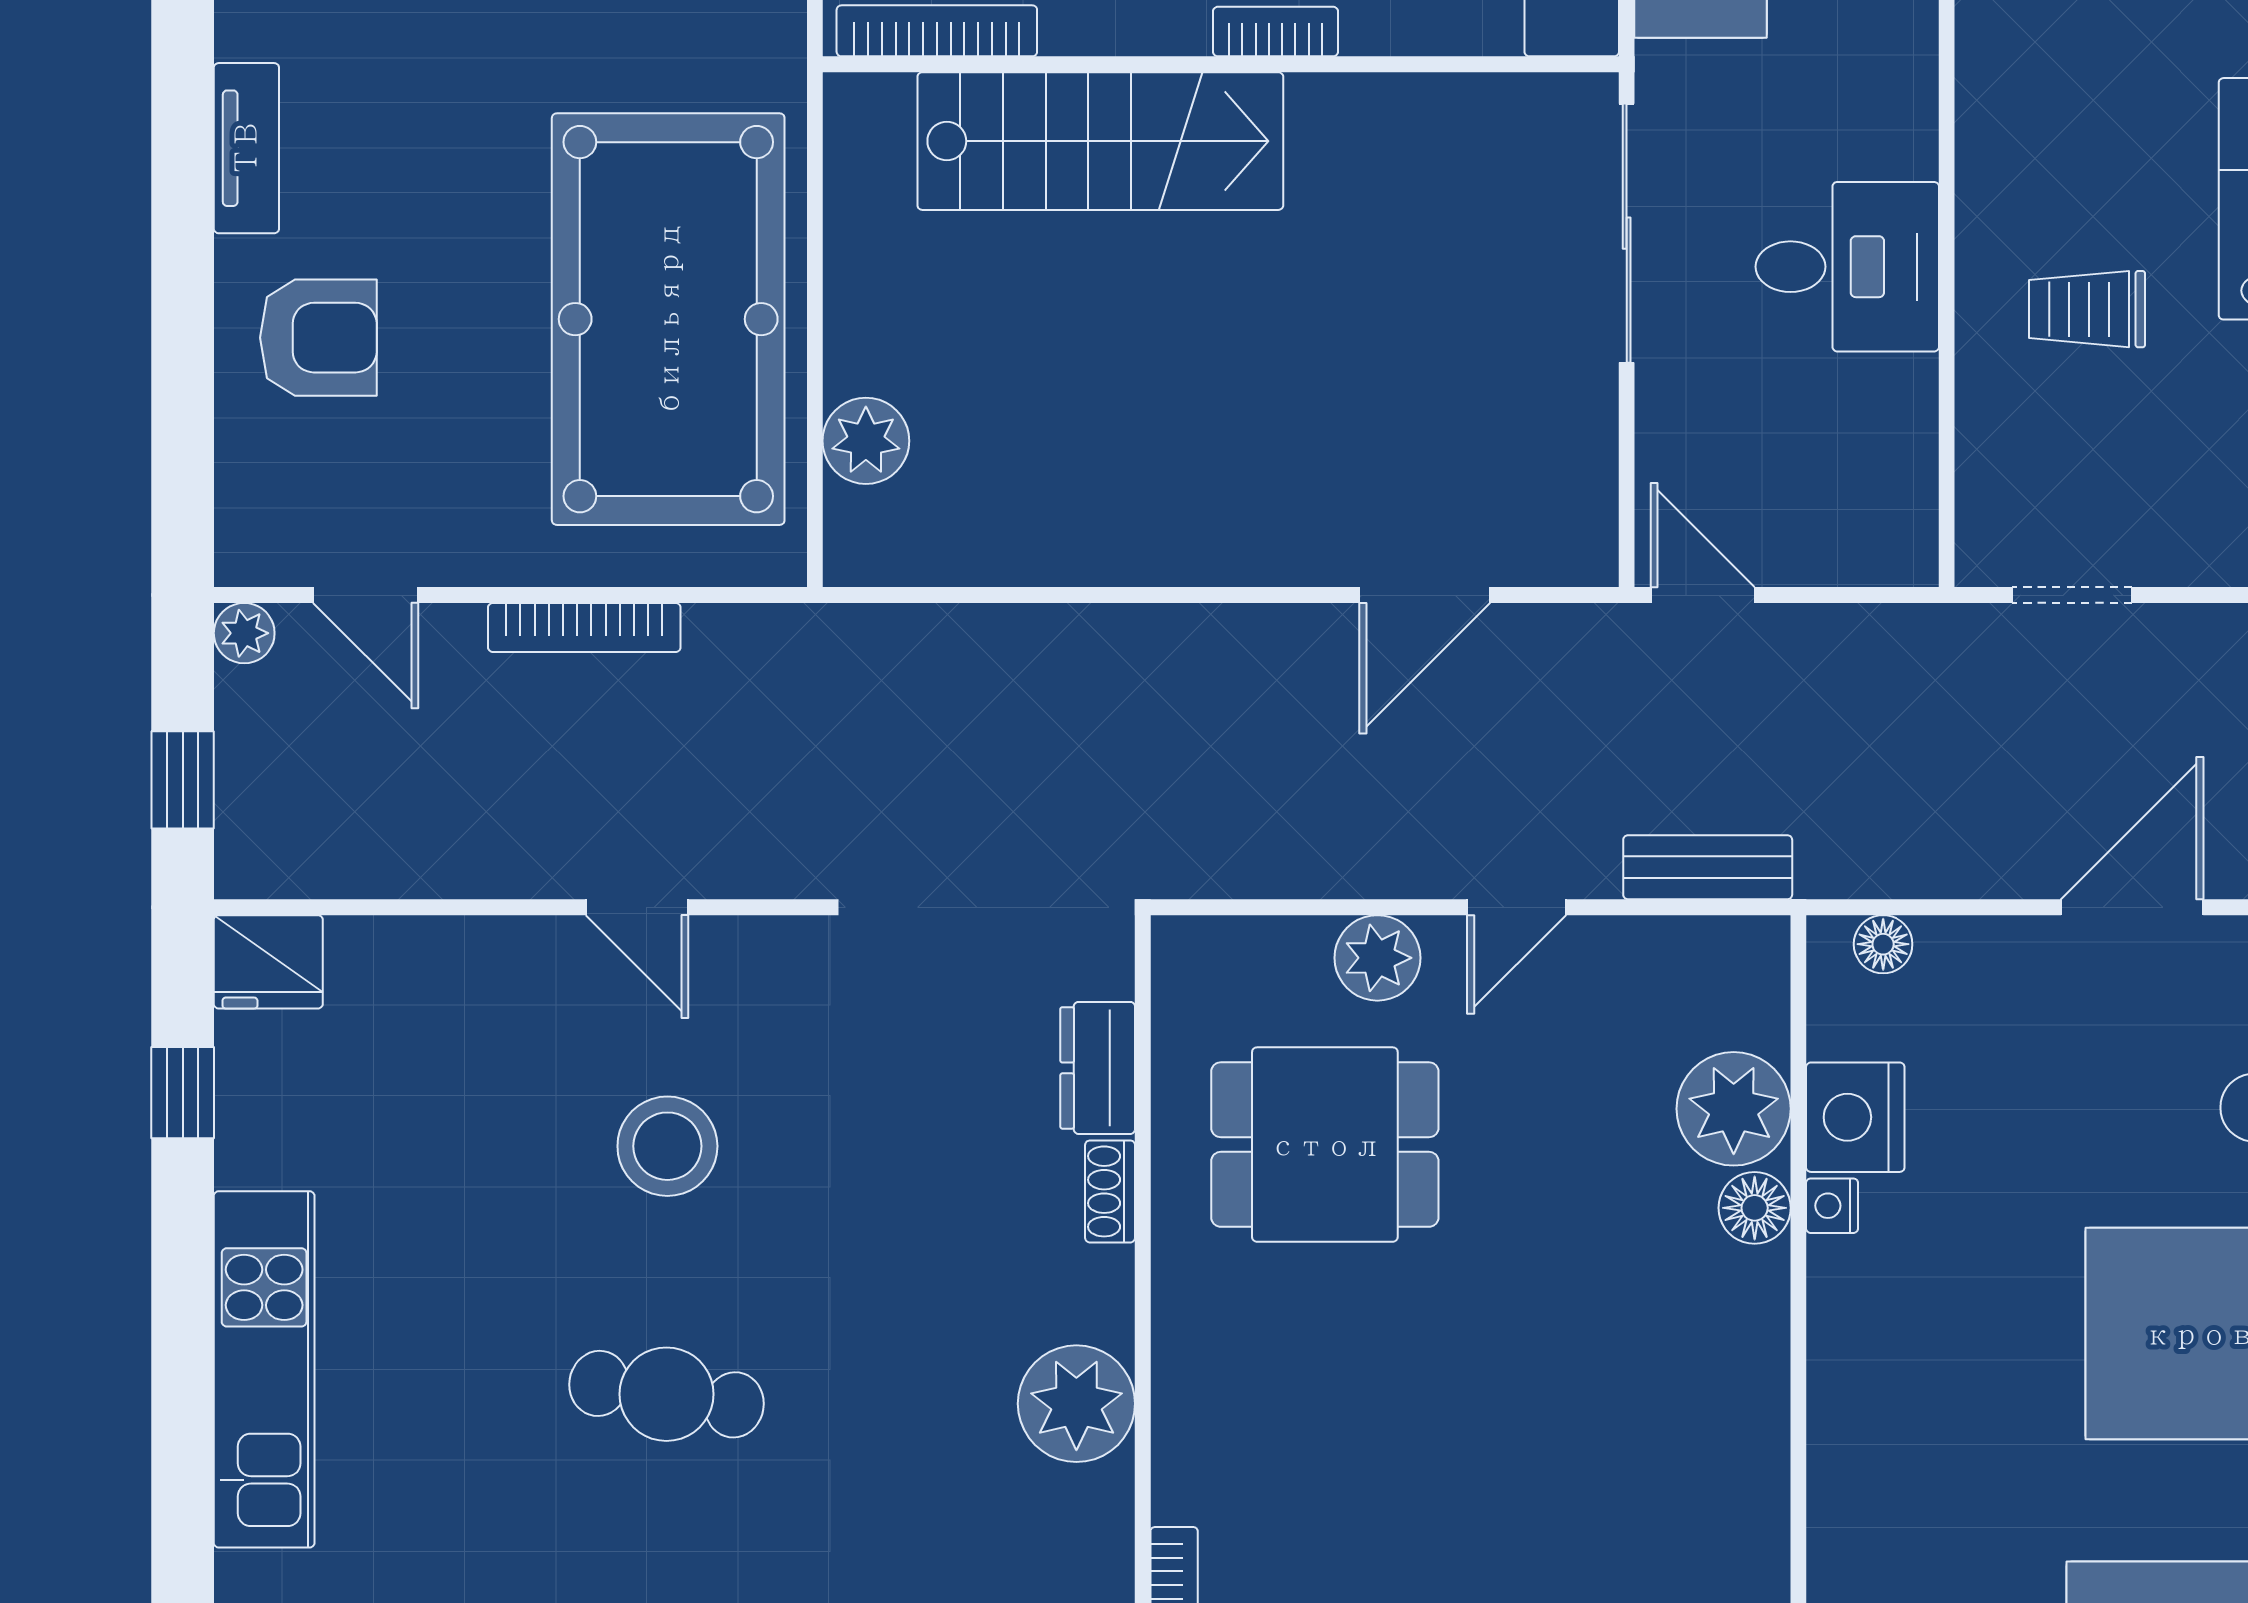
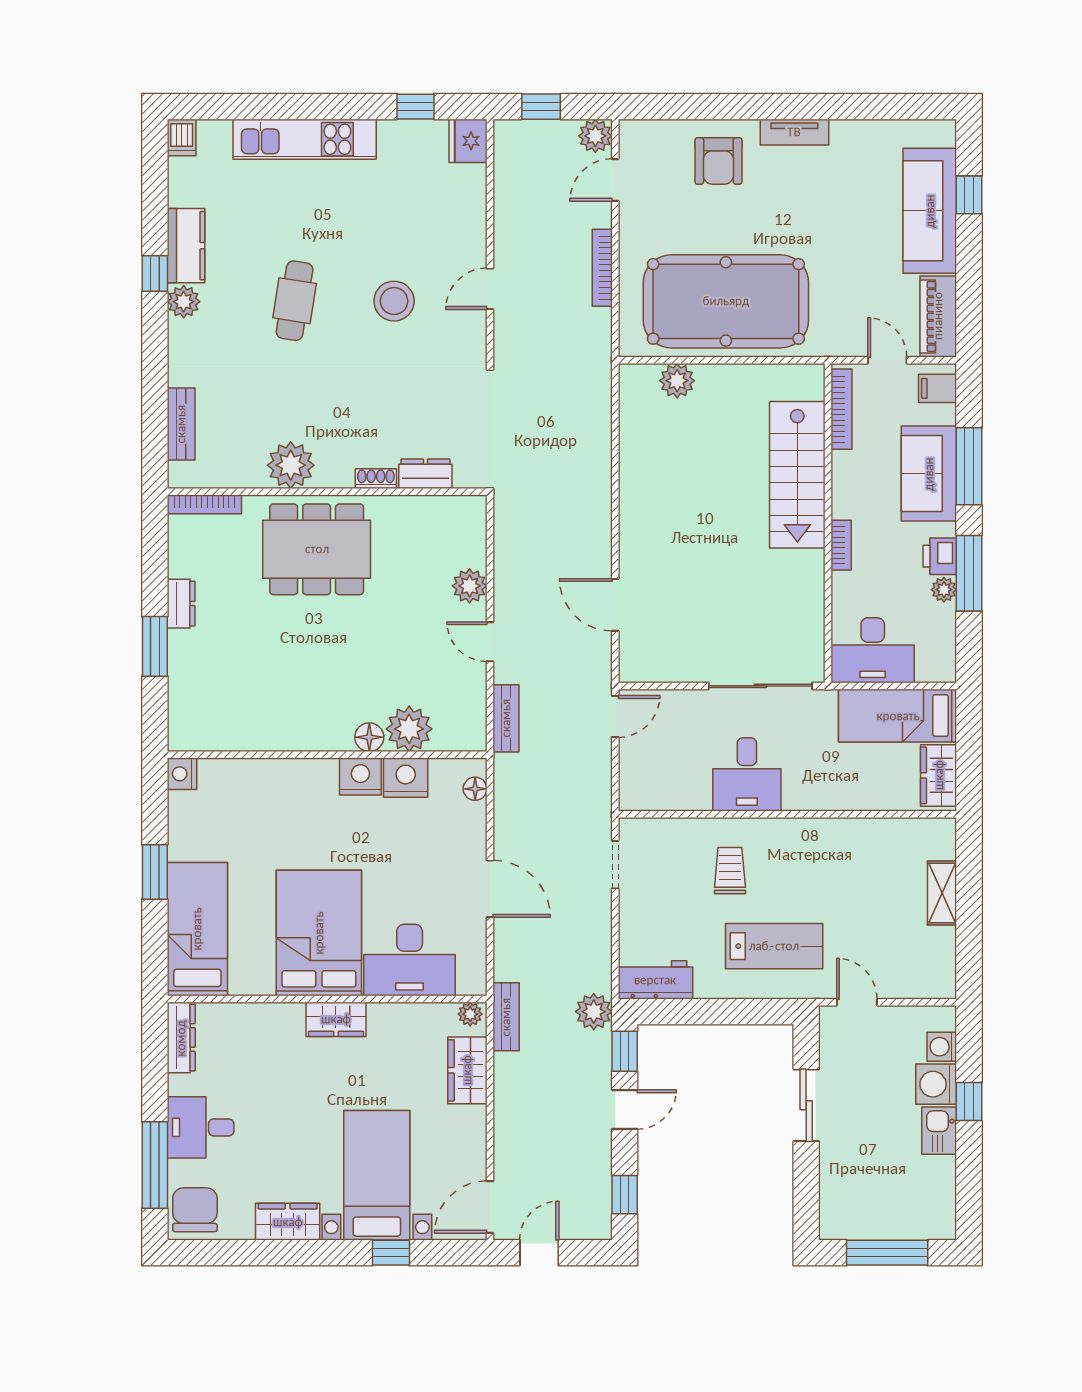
plant: (244, 633) -> (595, 136), width x1.38, depth x1.38
dining table: (1325, 1145) -> (317, 549), moved, width x1.38
nightstand: (1832, 1206) -> (360, 777), width x1.89, depth x1.79

